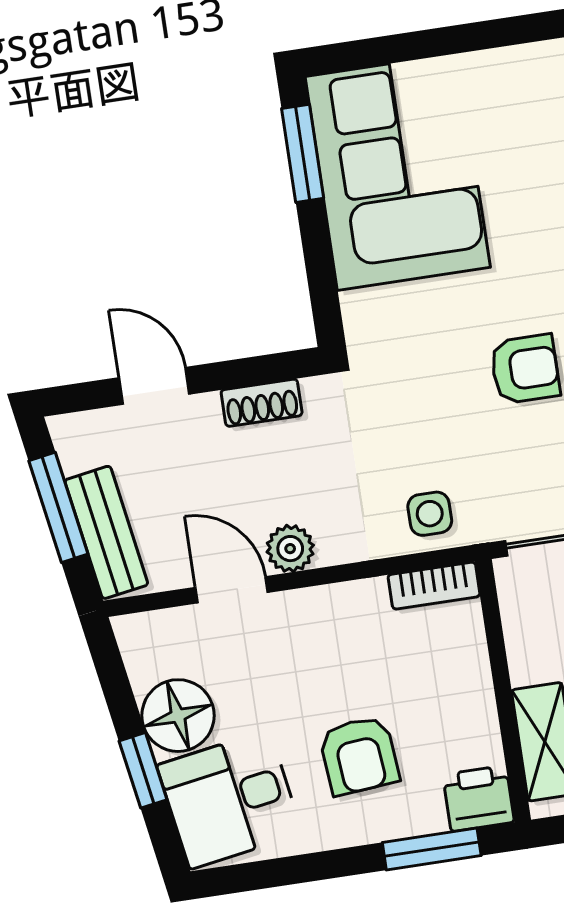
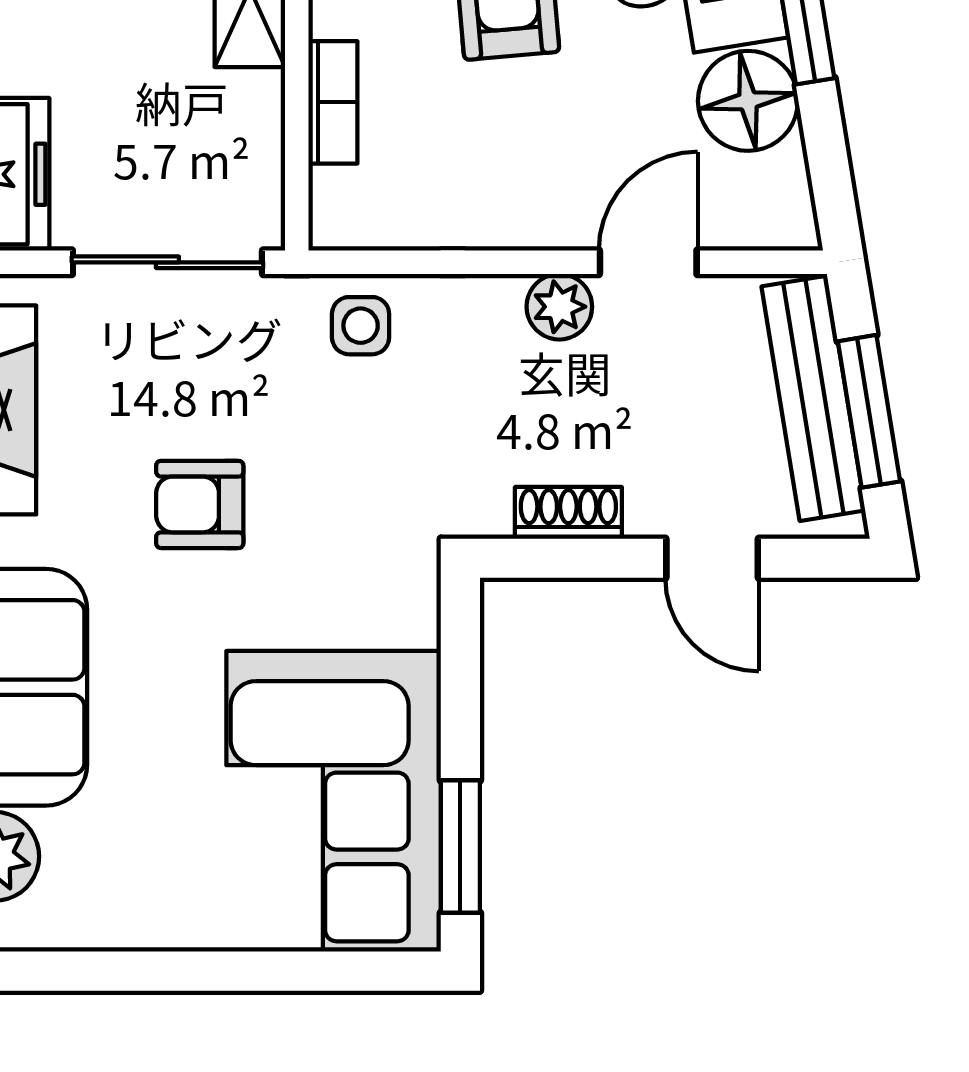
bench: (106, 532) -> (813, 398), width x1.36
bookcase: (434, 586) -> (333, 102), moved, turned 90
door: (232, 590) -> (648, 262), swing flipped

